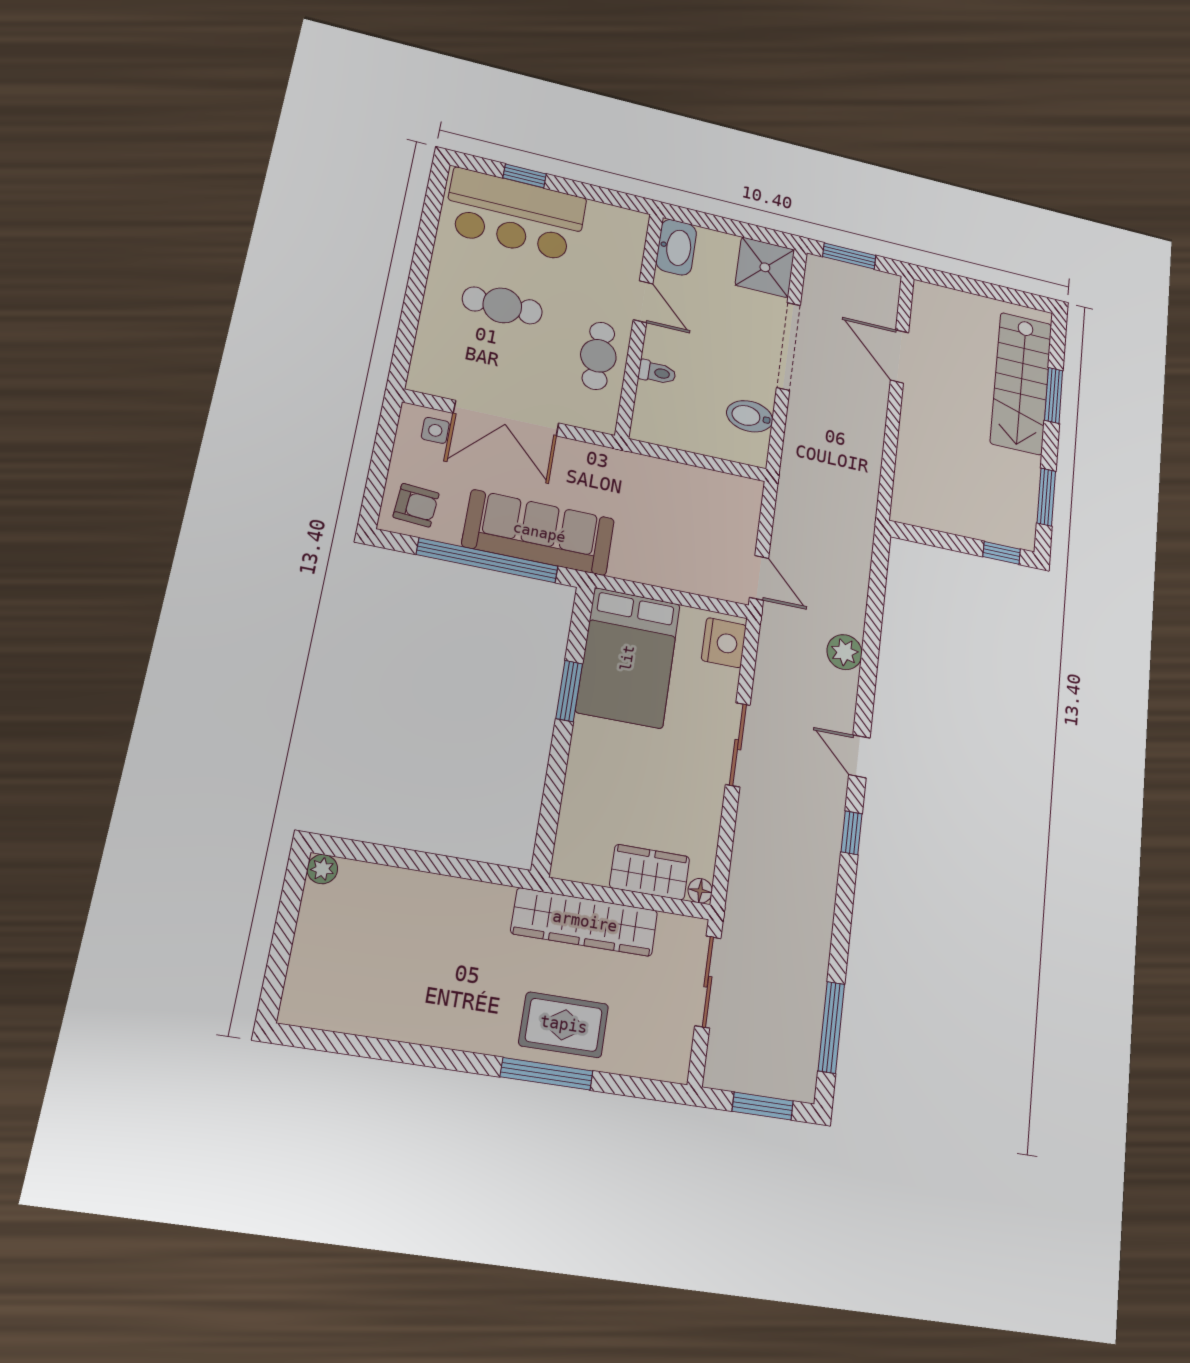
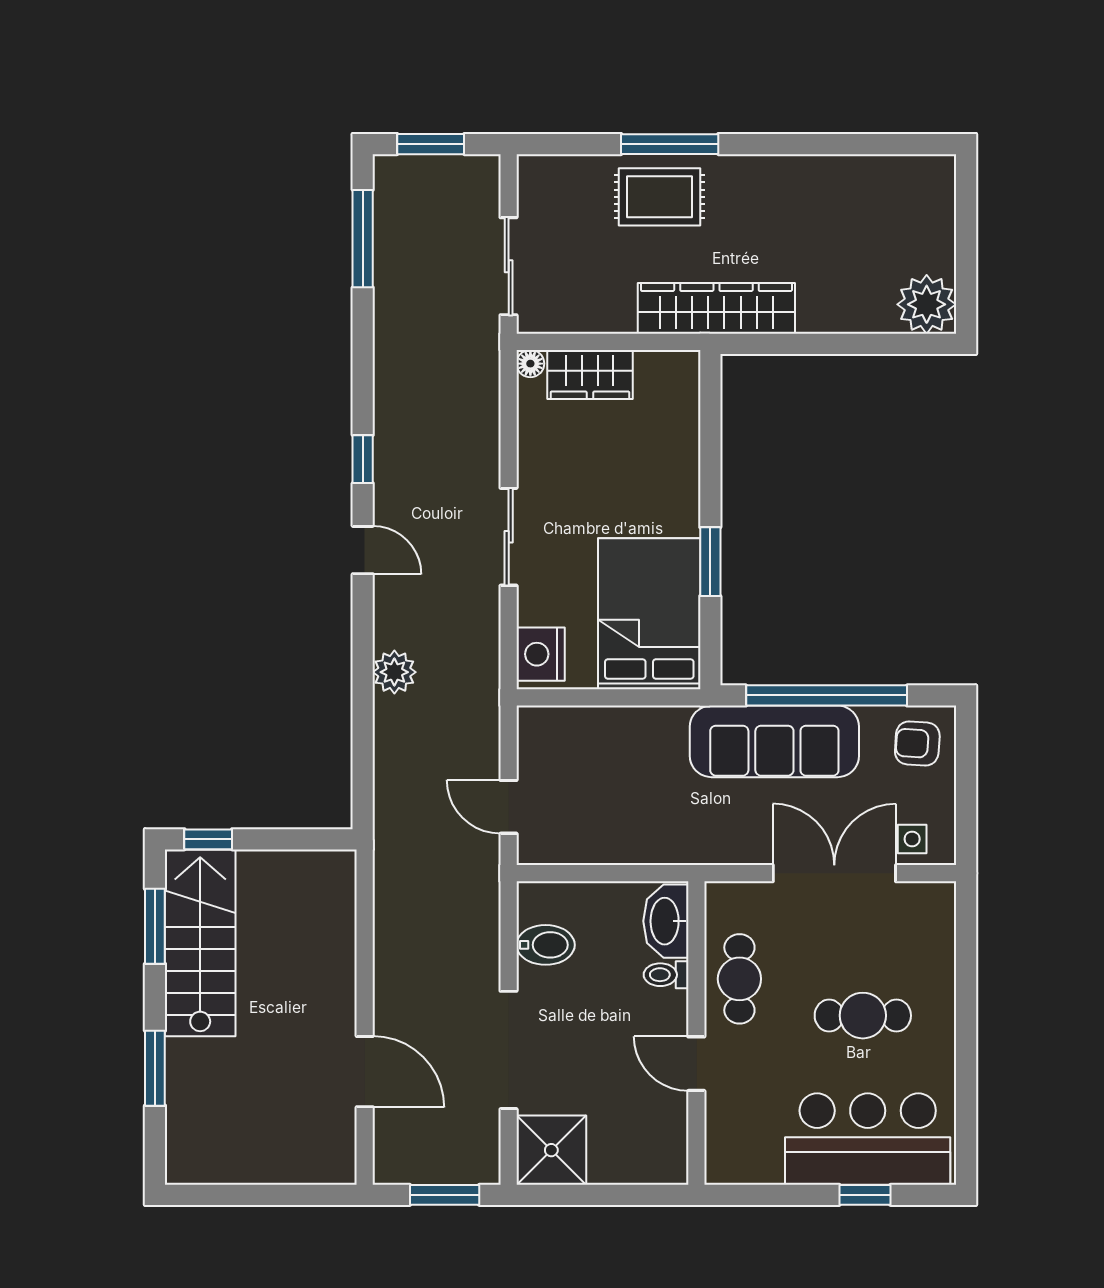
washbasin: (676, 247) -> (666, 921), moved
stairs: (1021, 383) -> (200, 943), moved
door: (759, 578) -> (509, 807), moved
plant: (322, 869) -> (927, 304), width x1.88, depth x1.88
wardrobe: (585, 922) -> (716, 308), moved

